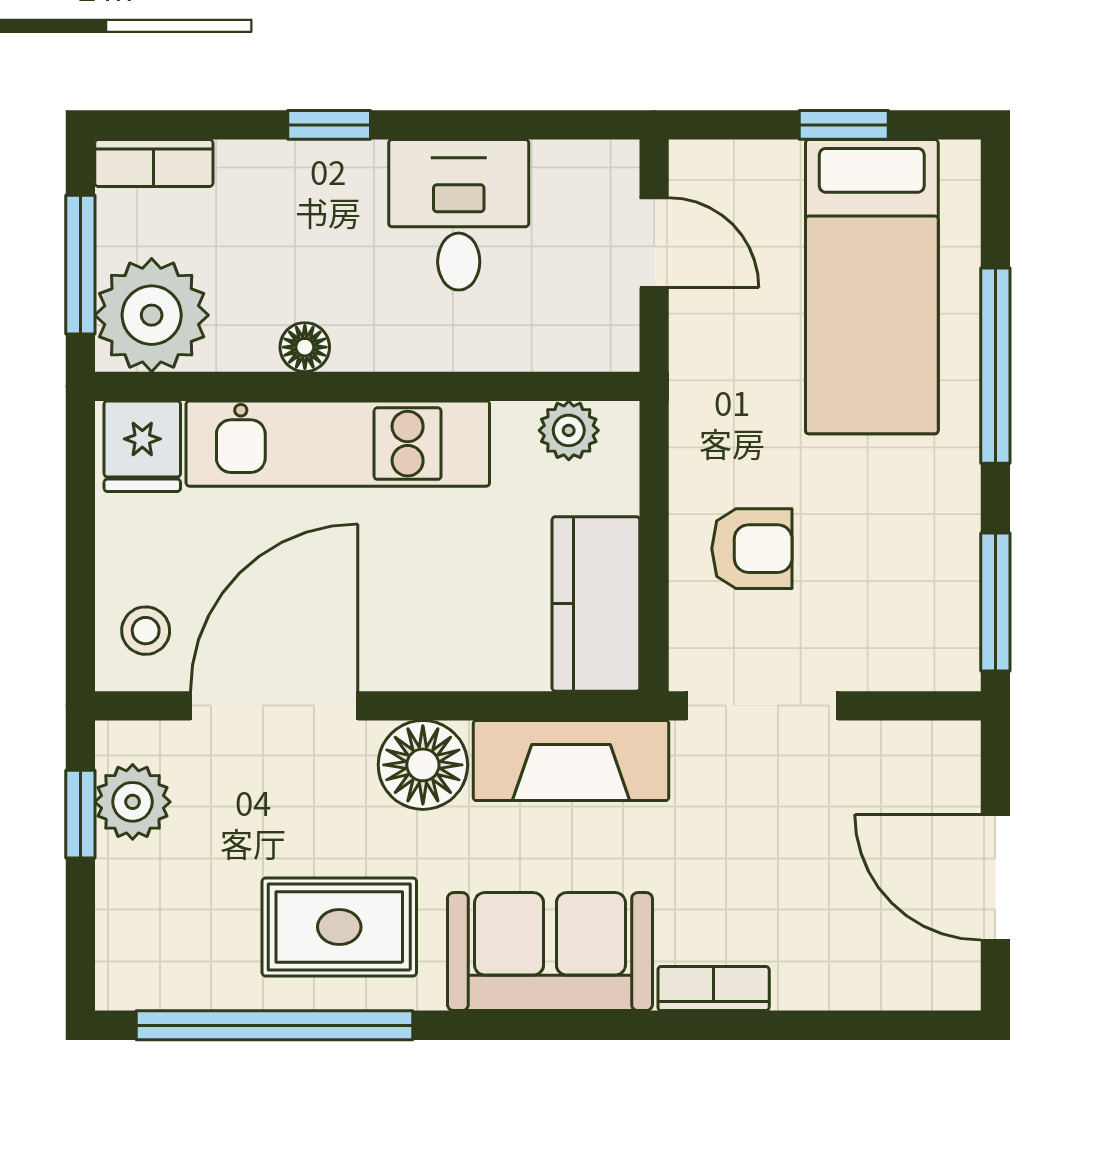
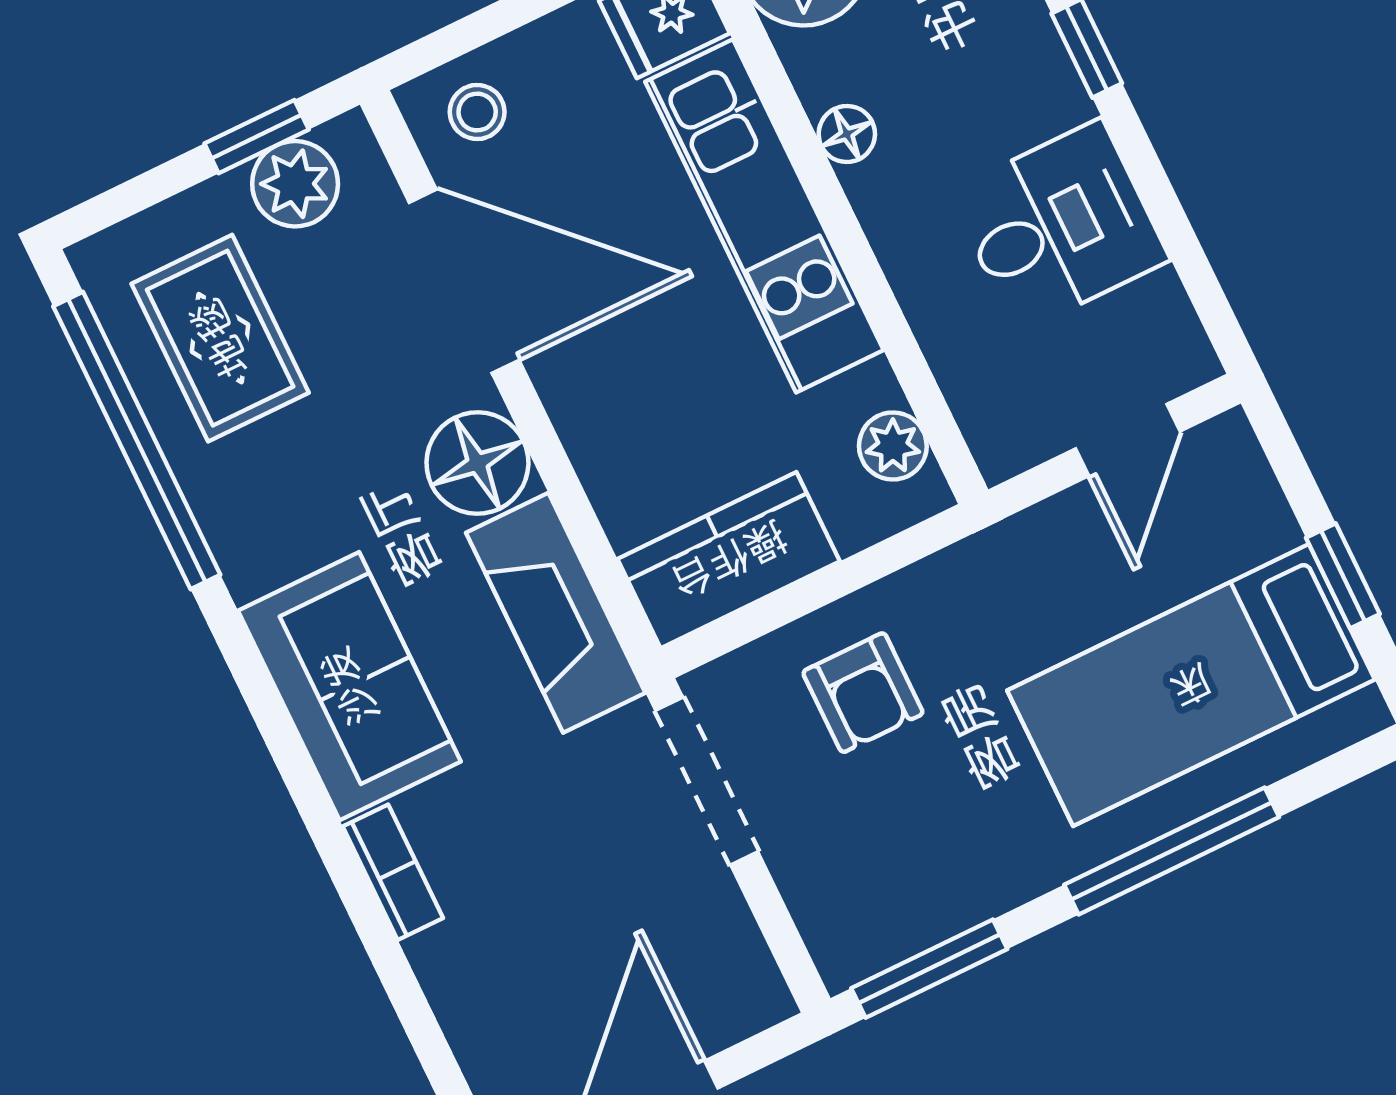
rug: (339, 927) -> (220, 338), moved

